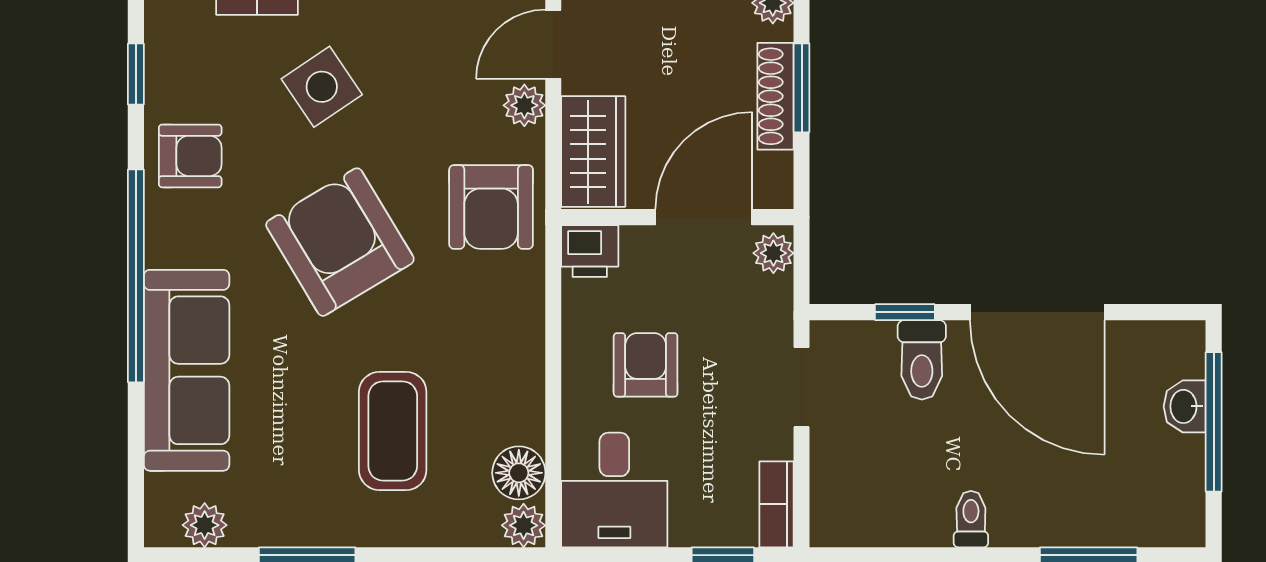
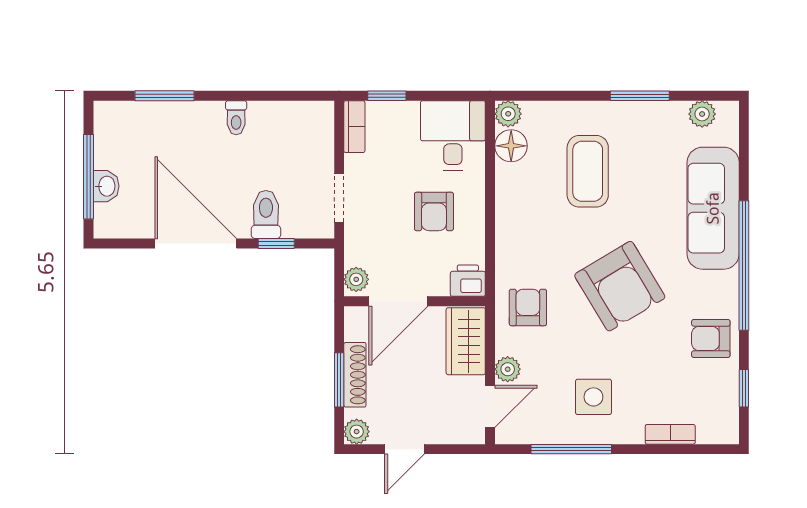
side table: (322, 87) -> (593, 397), moved, turned 34
armchair: (491, 207) -> (528, 307), width x0.72, depth x0.72

